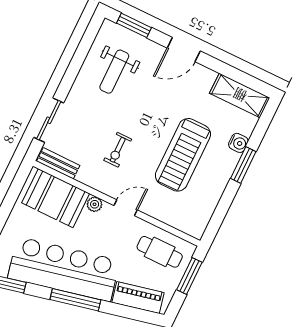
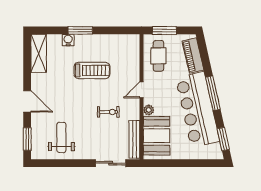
weight bench: (114, 72) -> (61, 137), turned -90
treadmill: (183, 155) -> (92, 70), width x0.73, depth x0.73
bench: (58, 163) -> (134, 139), width x1.36
door: (126, 208) -> (142, 90), hinge flipped

